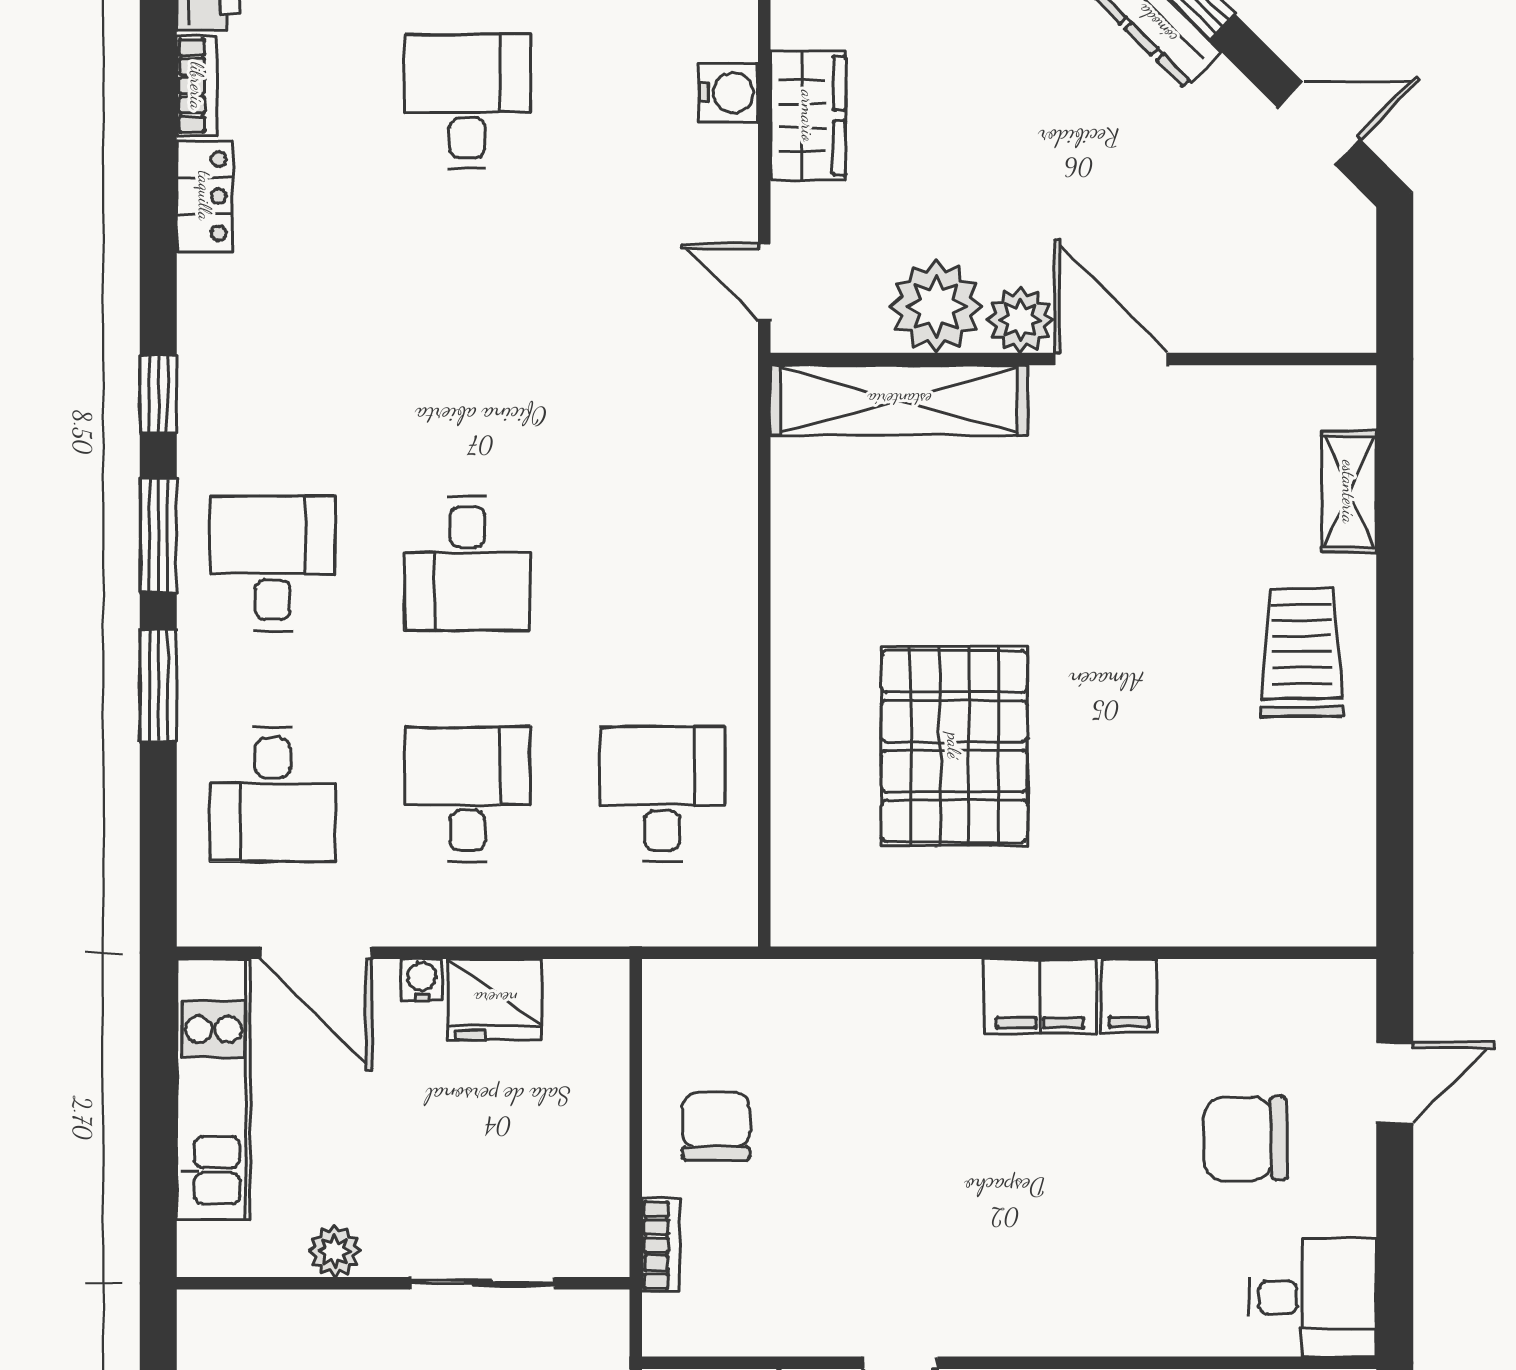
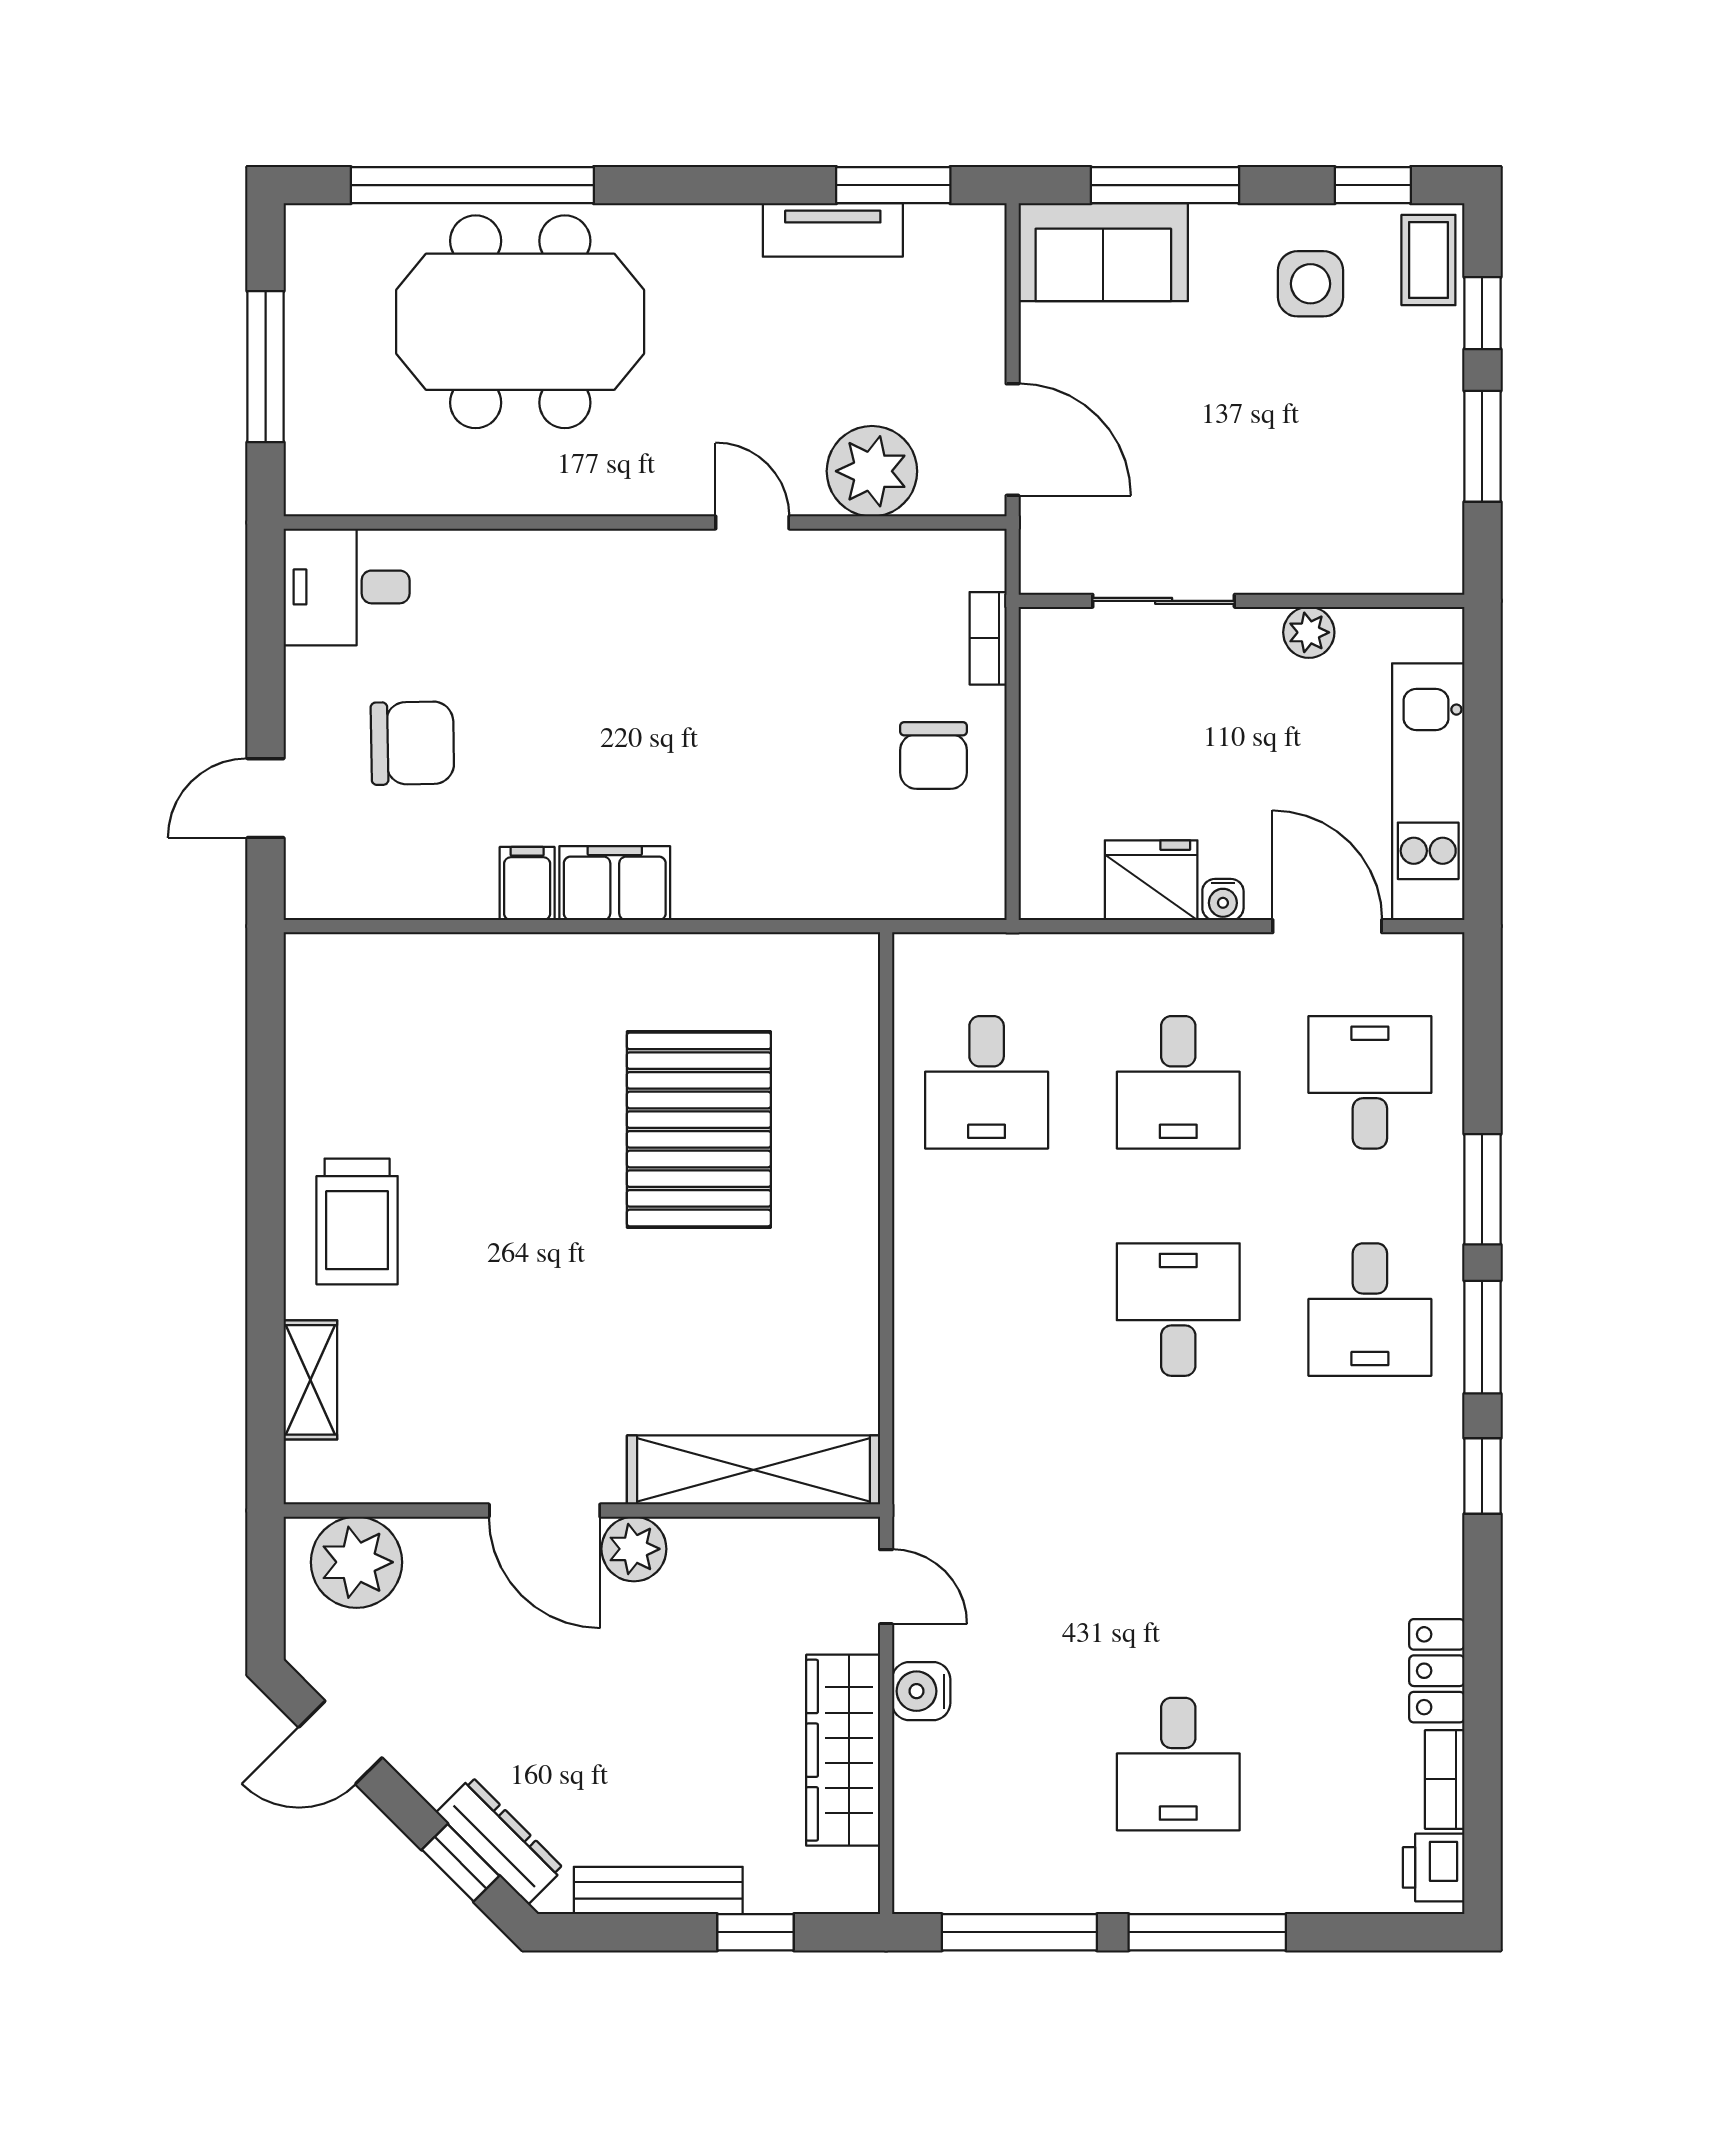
water cooler: (729, 93) -> (921, 1691), moved
wardrobe: (808, 116) -> (843, 1750), width x1.50
plant: (936, 306) -> (356, 1562), moved

